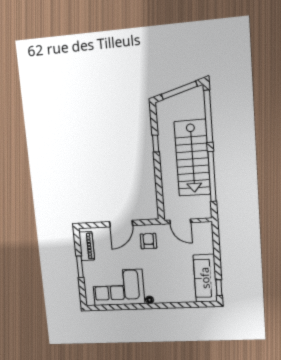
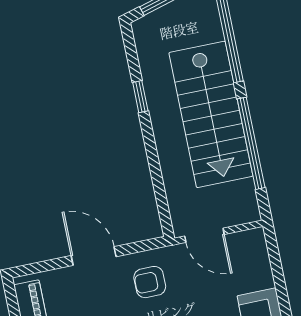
door: (121, 224) -> (94, 256), swing flipped
armchair: (148, 241) -> (150, 282), turned -90

